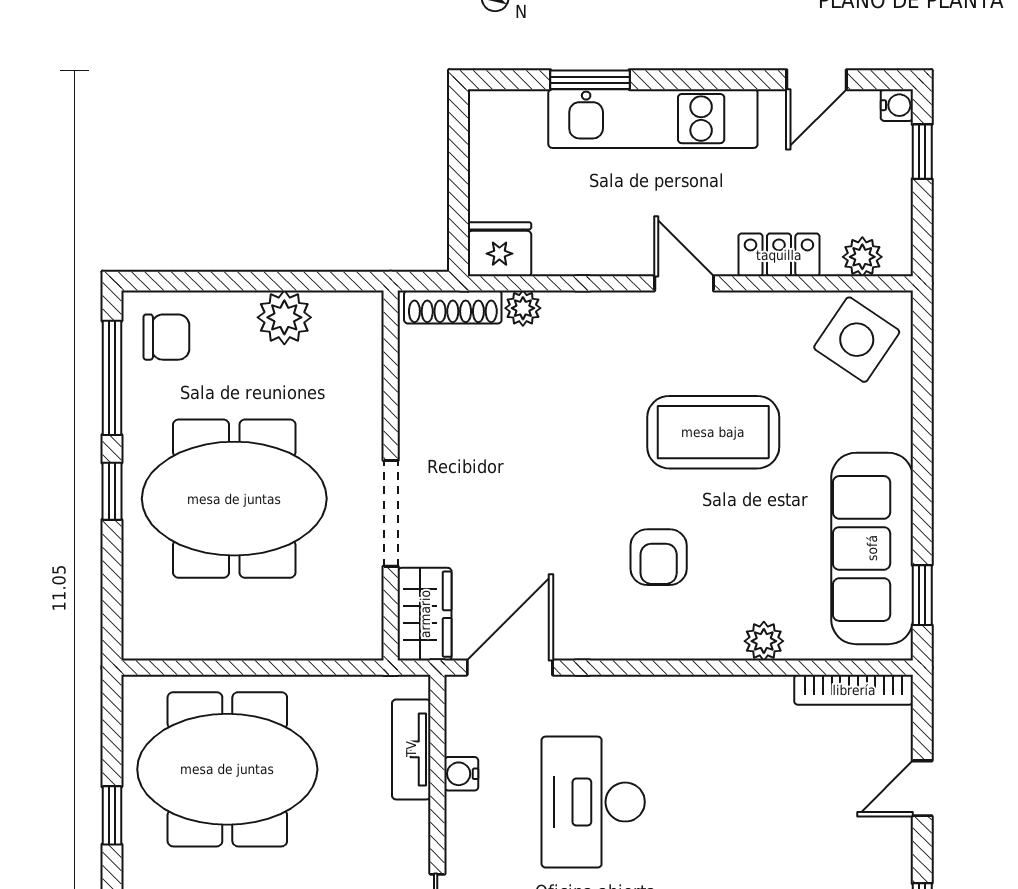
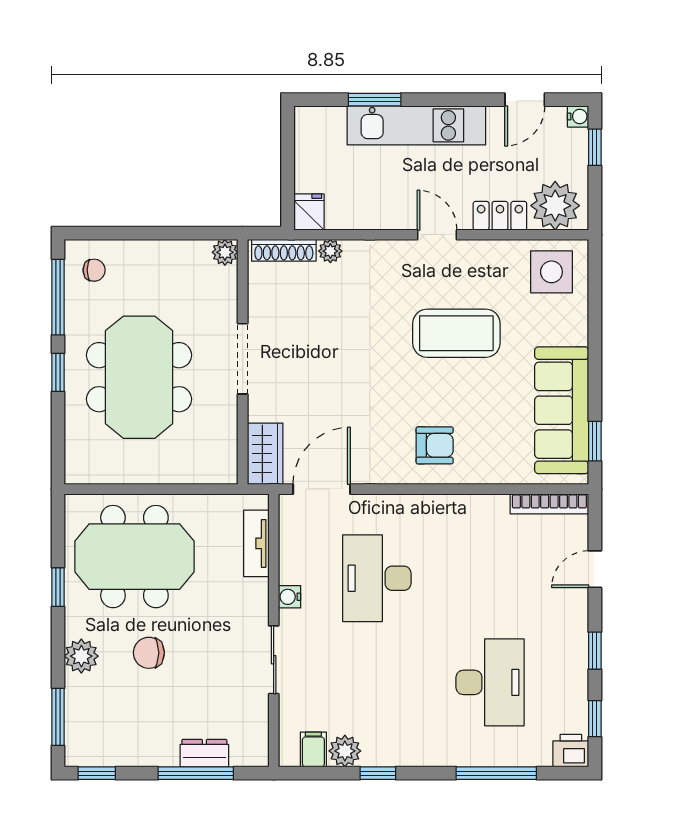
fridge: (499, 249) -> (309, 212), width x0.72
plant: (862, 257) -> (555, 206), width x1.88, depth x1.88
plant: (284, 317) -> (225, 252), moved, width x0.73, depth x0.73
chair: (166, 337) -> (94, 270), width x0.73, depth x0.73
side table: (857, 340) -> (551, 272), turned -34
meeting table: (234, 499) -> (139, 377), turned 90
doorway: (391, 513) -> (243, 359), moved
armchair: (659, 557) -> (435, 445), moved, turned -90
plant: (764, 641) -> (490, 472), removed
water cooler: (461, 774) -> (289, 597), moved

